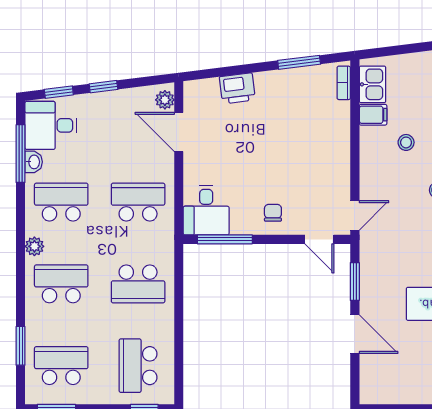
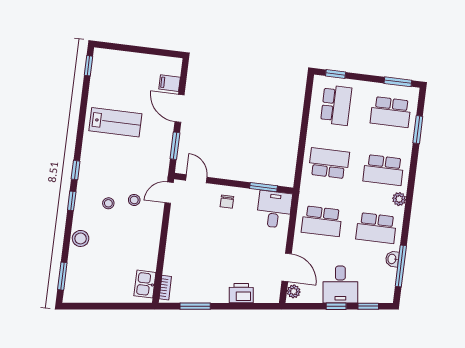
filing cabinet: (373, 115) -> (170, 83), moved
desk: (51, 125) -> (340, 284), moved, turned 83
stool: (406, 142) -> (134, 200), moved
window: (225, 239) -> (263, 187), width x0.69

